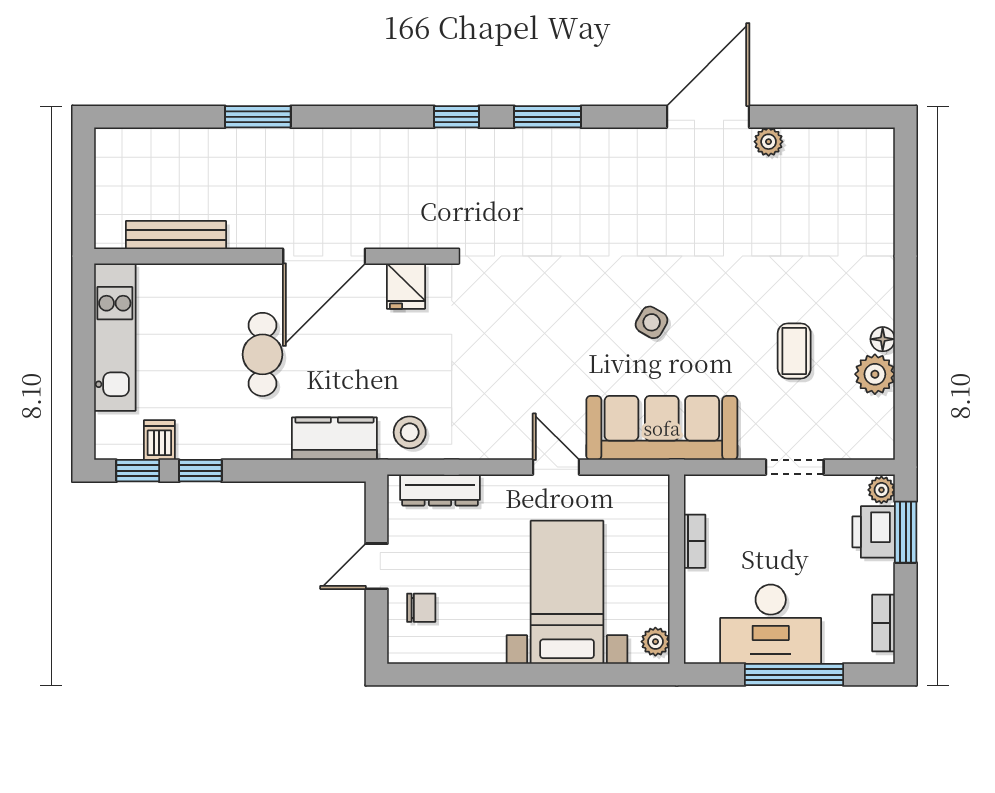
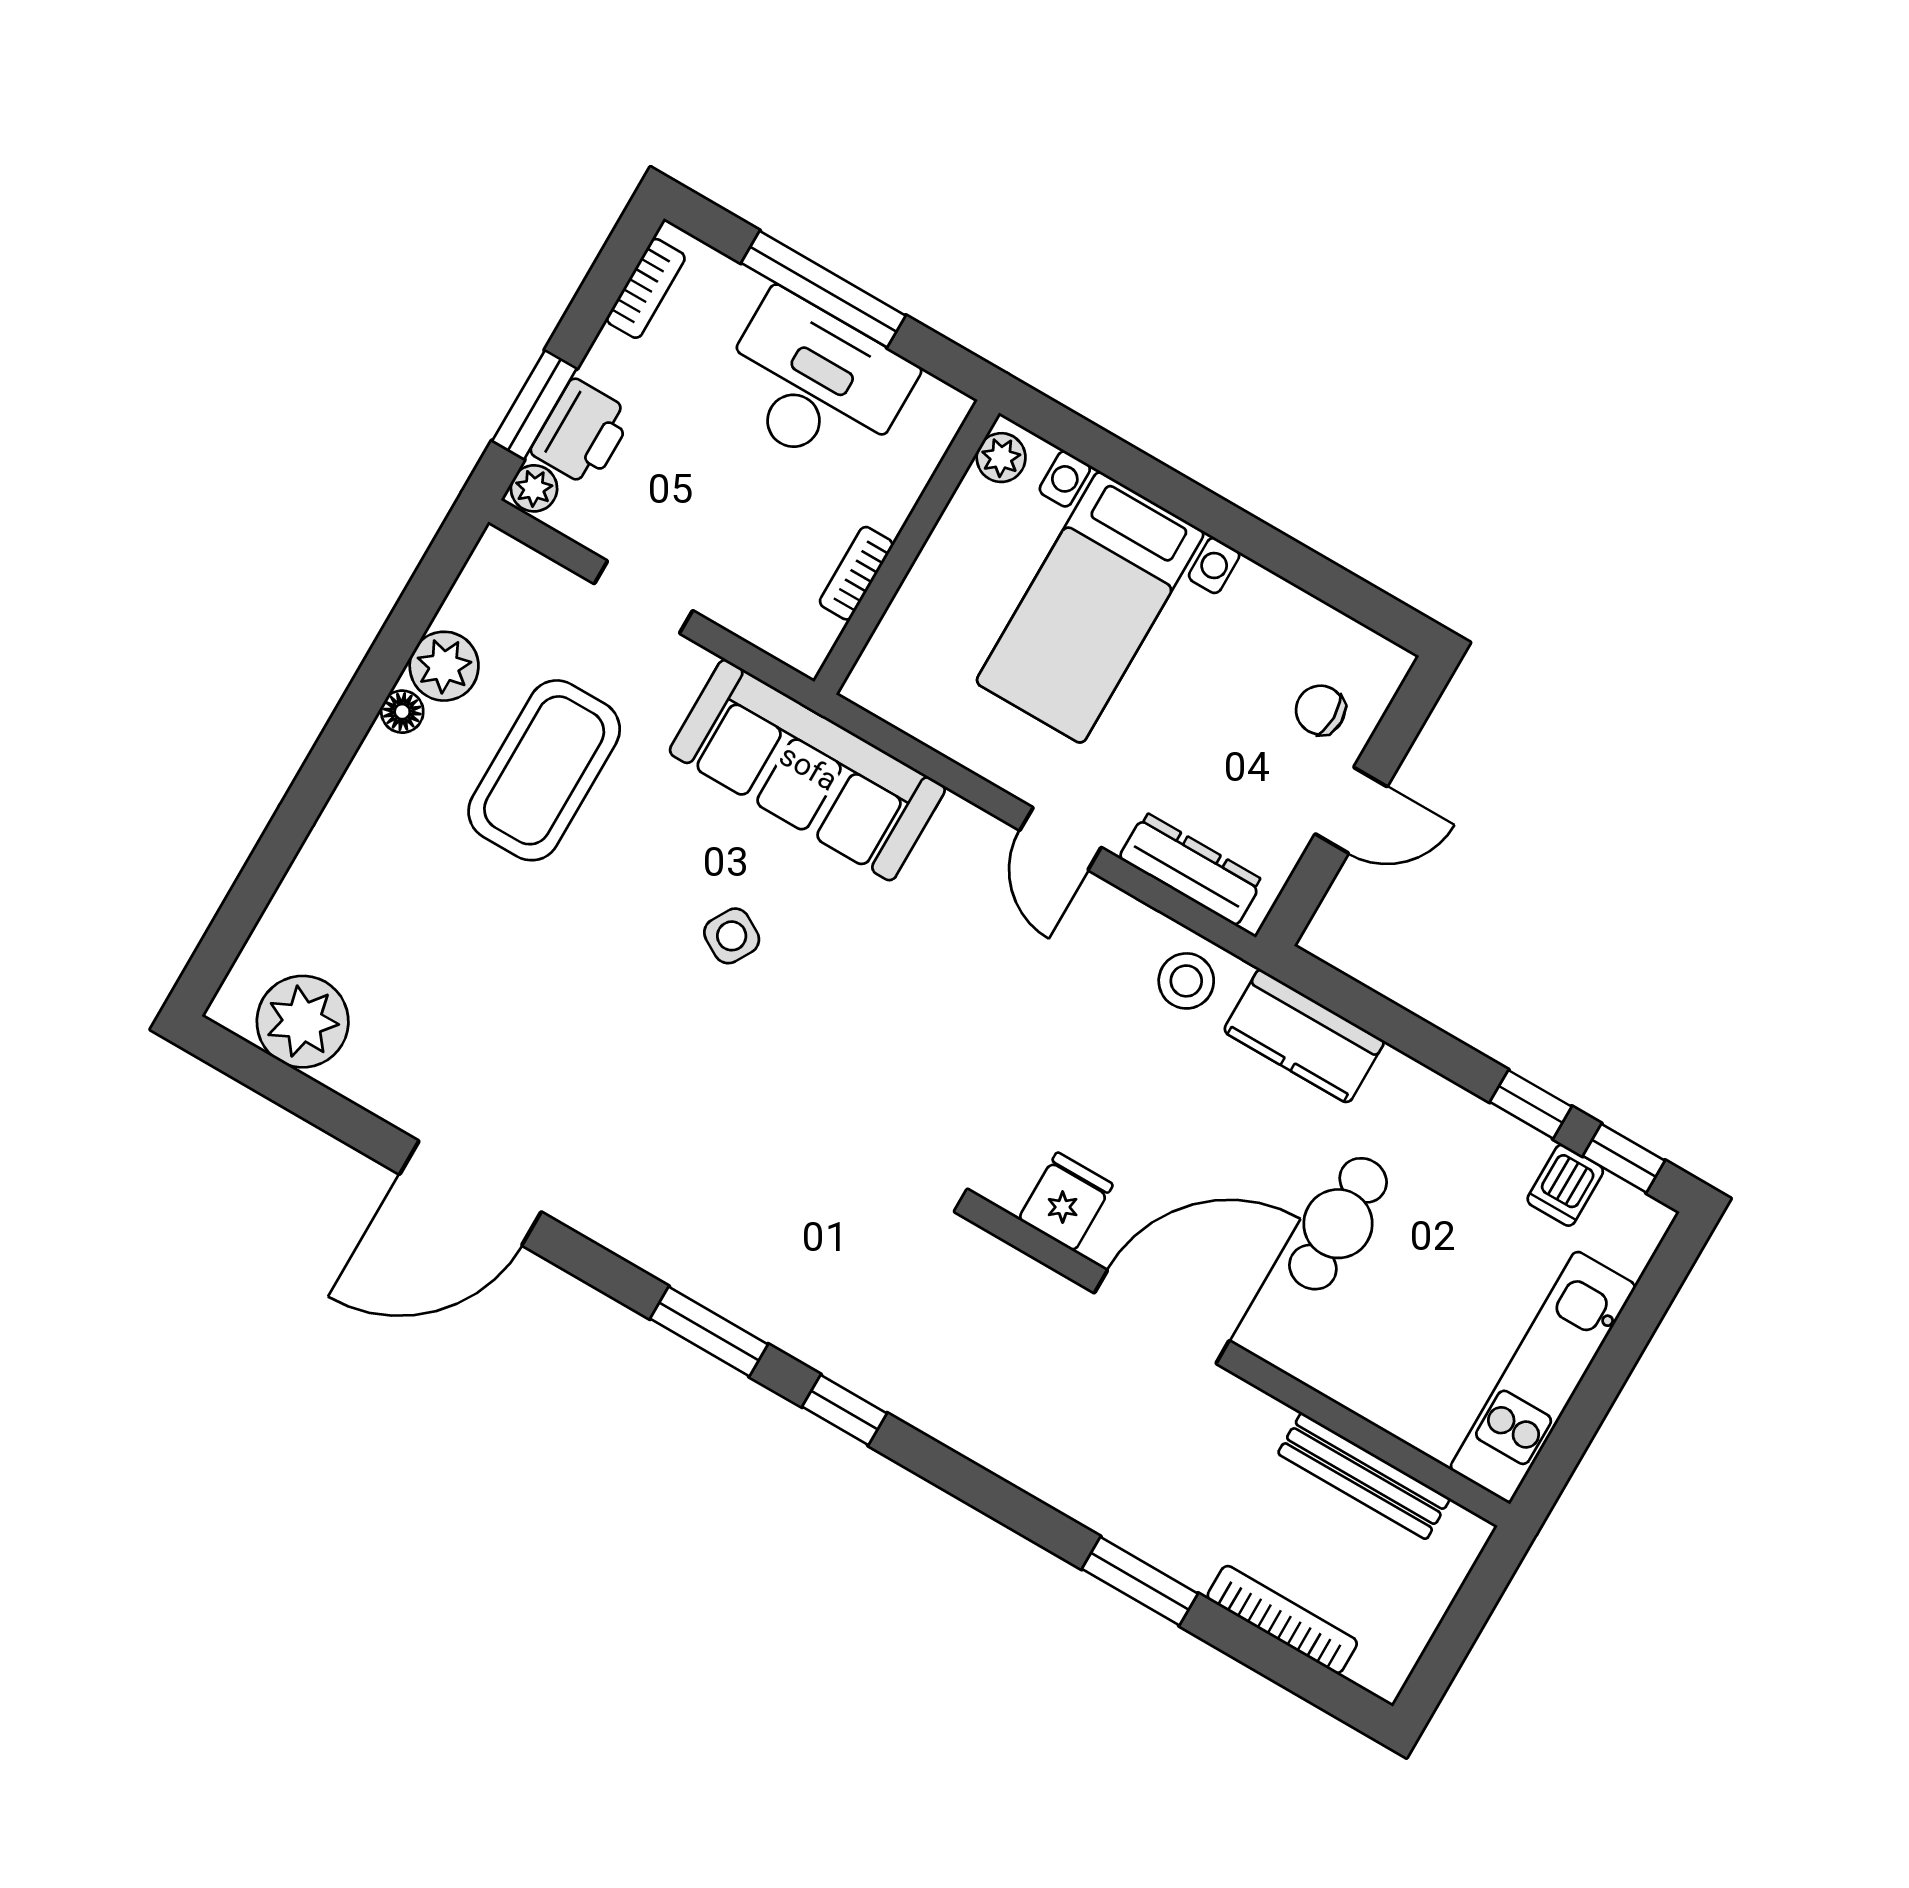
bookcase: (175, 139) -> (1282, 1620), added
plant: (769, 142) -> (303, 1022), moved, width x1.88, depth x1.88
coffee table: (794, 351) -> (544, 770), width x1.86, depth x1.72
door: (556, 467) -> (1061, 839), moved

